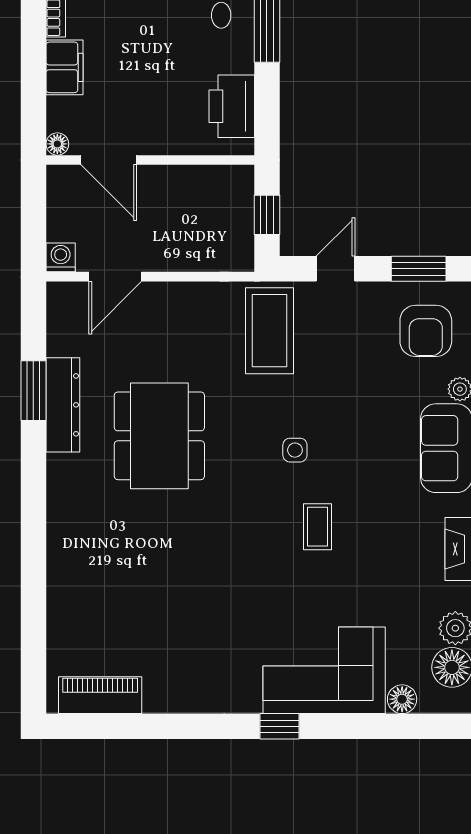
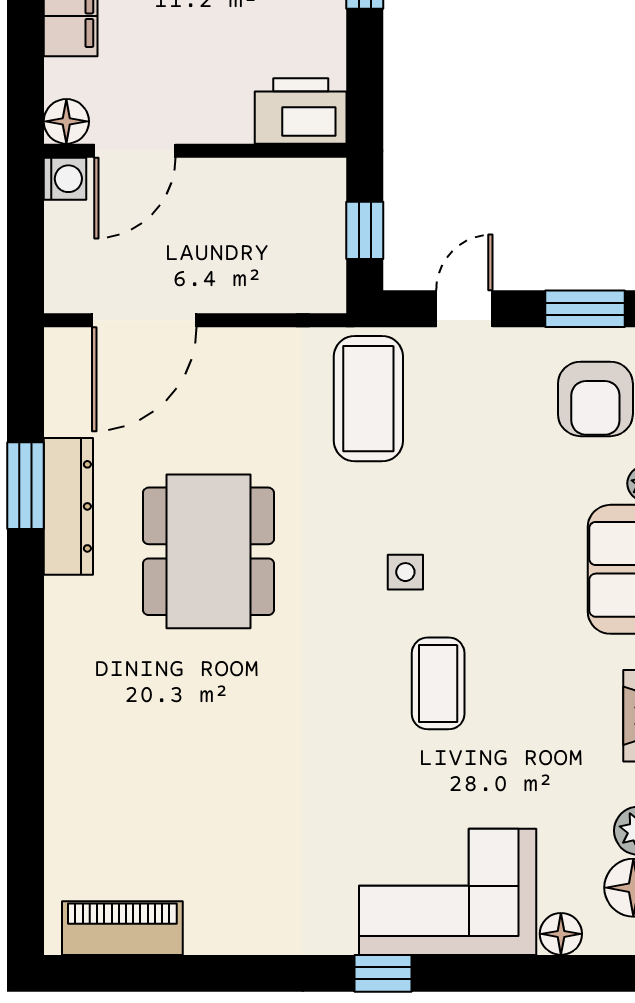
printer: (232, 106) -> (301, 111), moved, turned 90
floor lamp: (57, 144) -> (66, 121), width x1.37, depth x1.37
door: (109, 160) -> (135, 151), hinge flipped
washing machine: (61, 257) -> (65, 179), moved, turned 90
door: (115, 277) -> (144, 320), width x1.36
coffee table: (318, 527) -> (438, 683), width x1.36, depth x1.30

